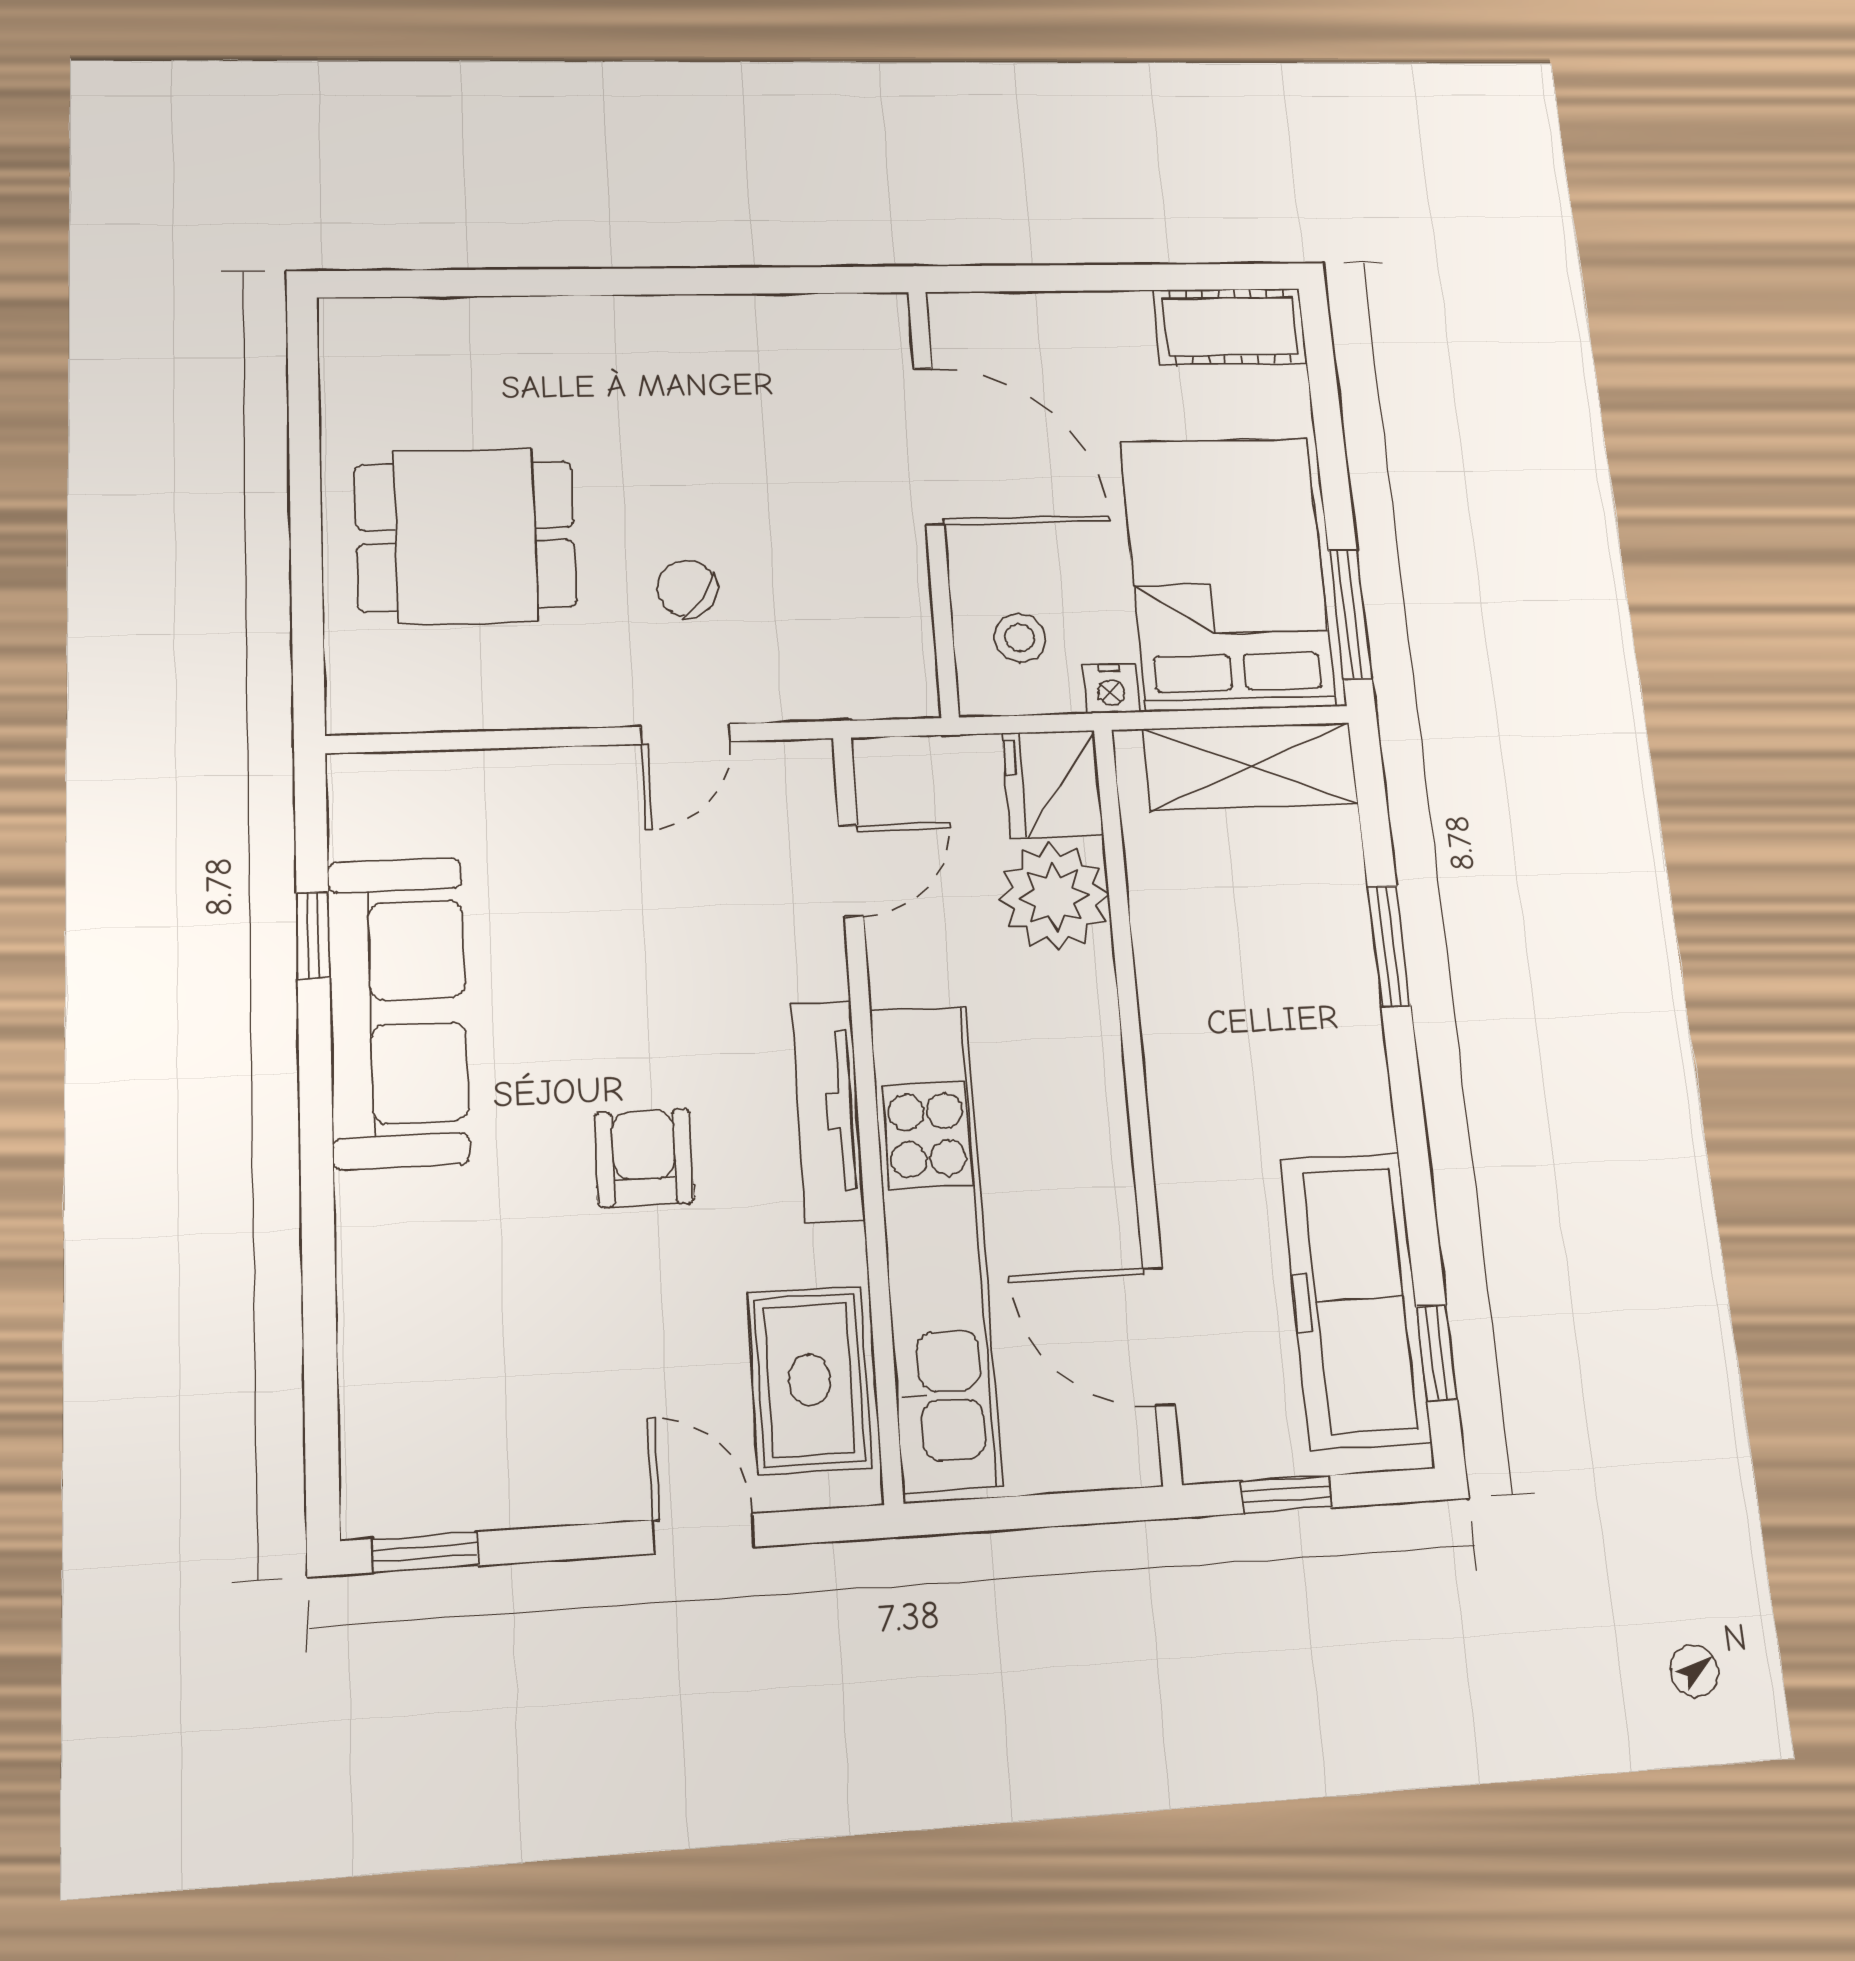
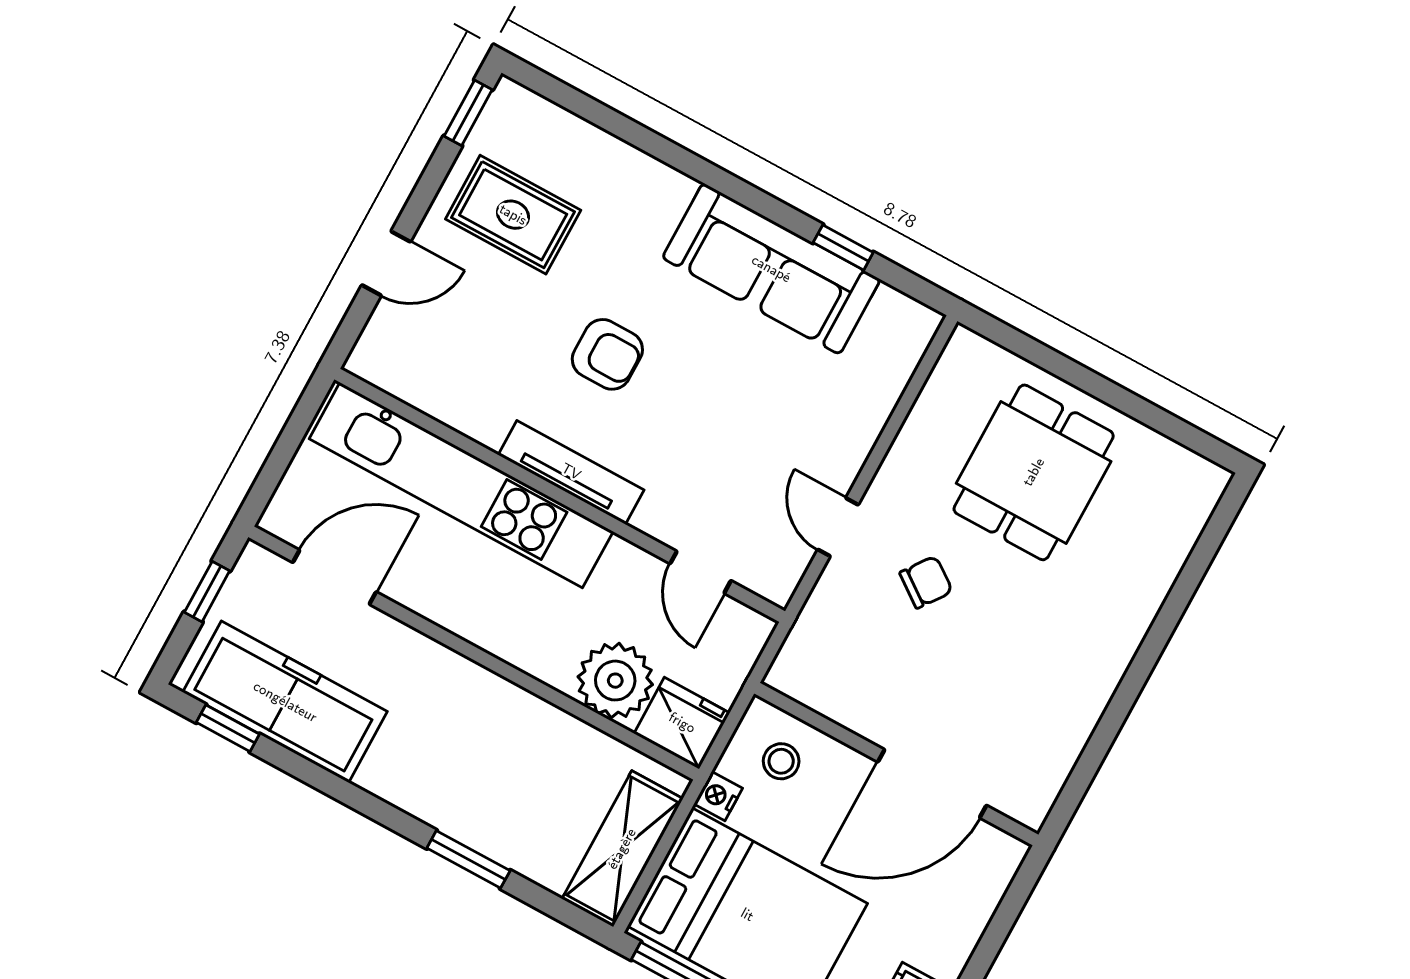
rug: (810, 1380) -> (513, 215), moved

